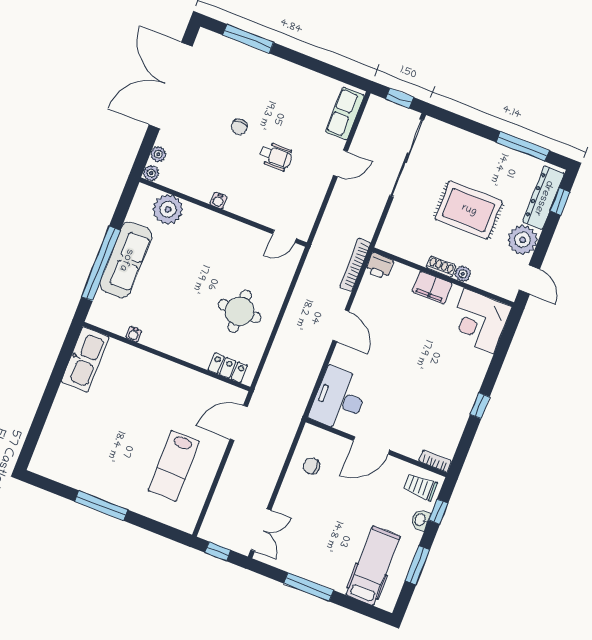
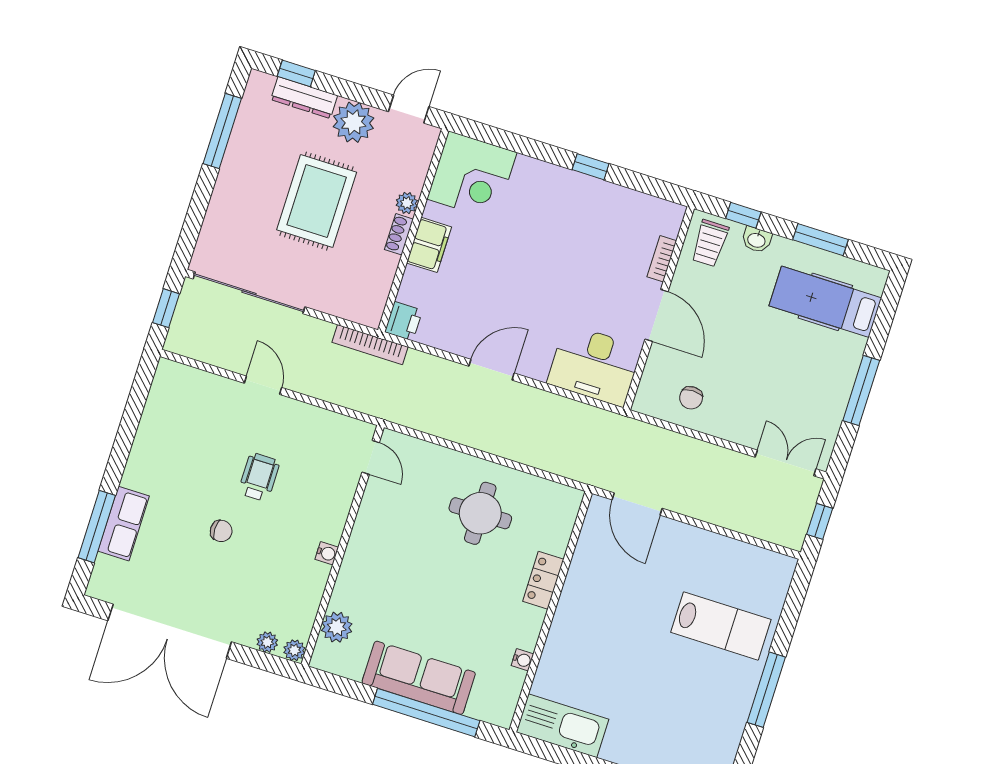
row of seats: (345, 114) -> (124, 524), moved, turned -90
dresser: (543, 198) -> (304, 98), width x0.73, depth x0.80
plant: (168, 209) -> (337, 627), width x0.73, depth x0.73
bookcase: (355, 265) -> (370, 345), moved
locker: (228, 368) -> (543, 580), moved
bookcase: (435, 461) -> (662, 259), moved
lab bench: (174, 466) -> (721, 626), moved

